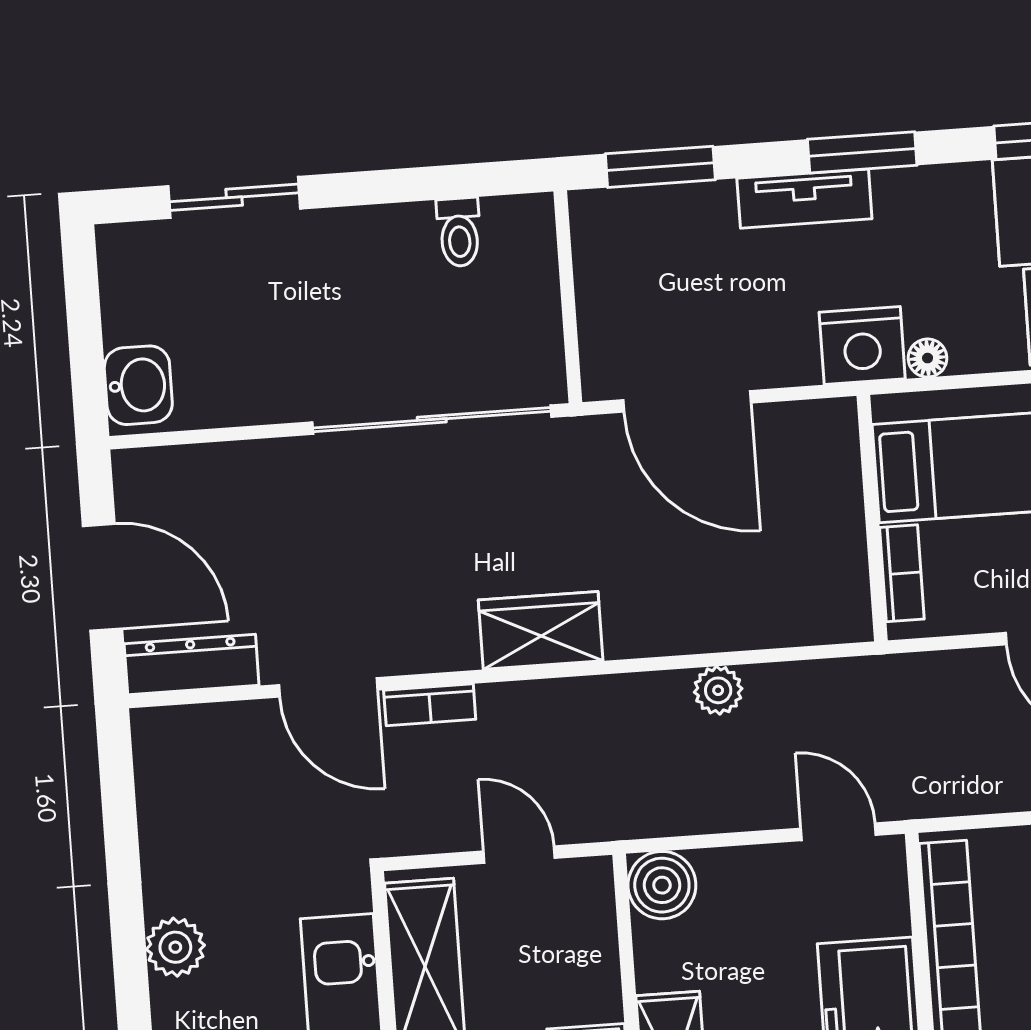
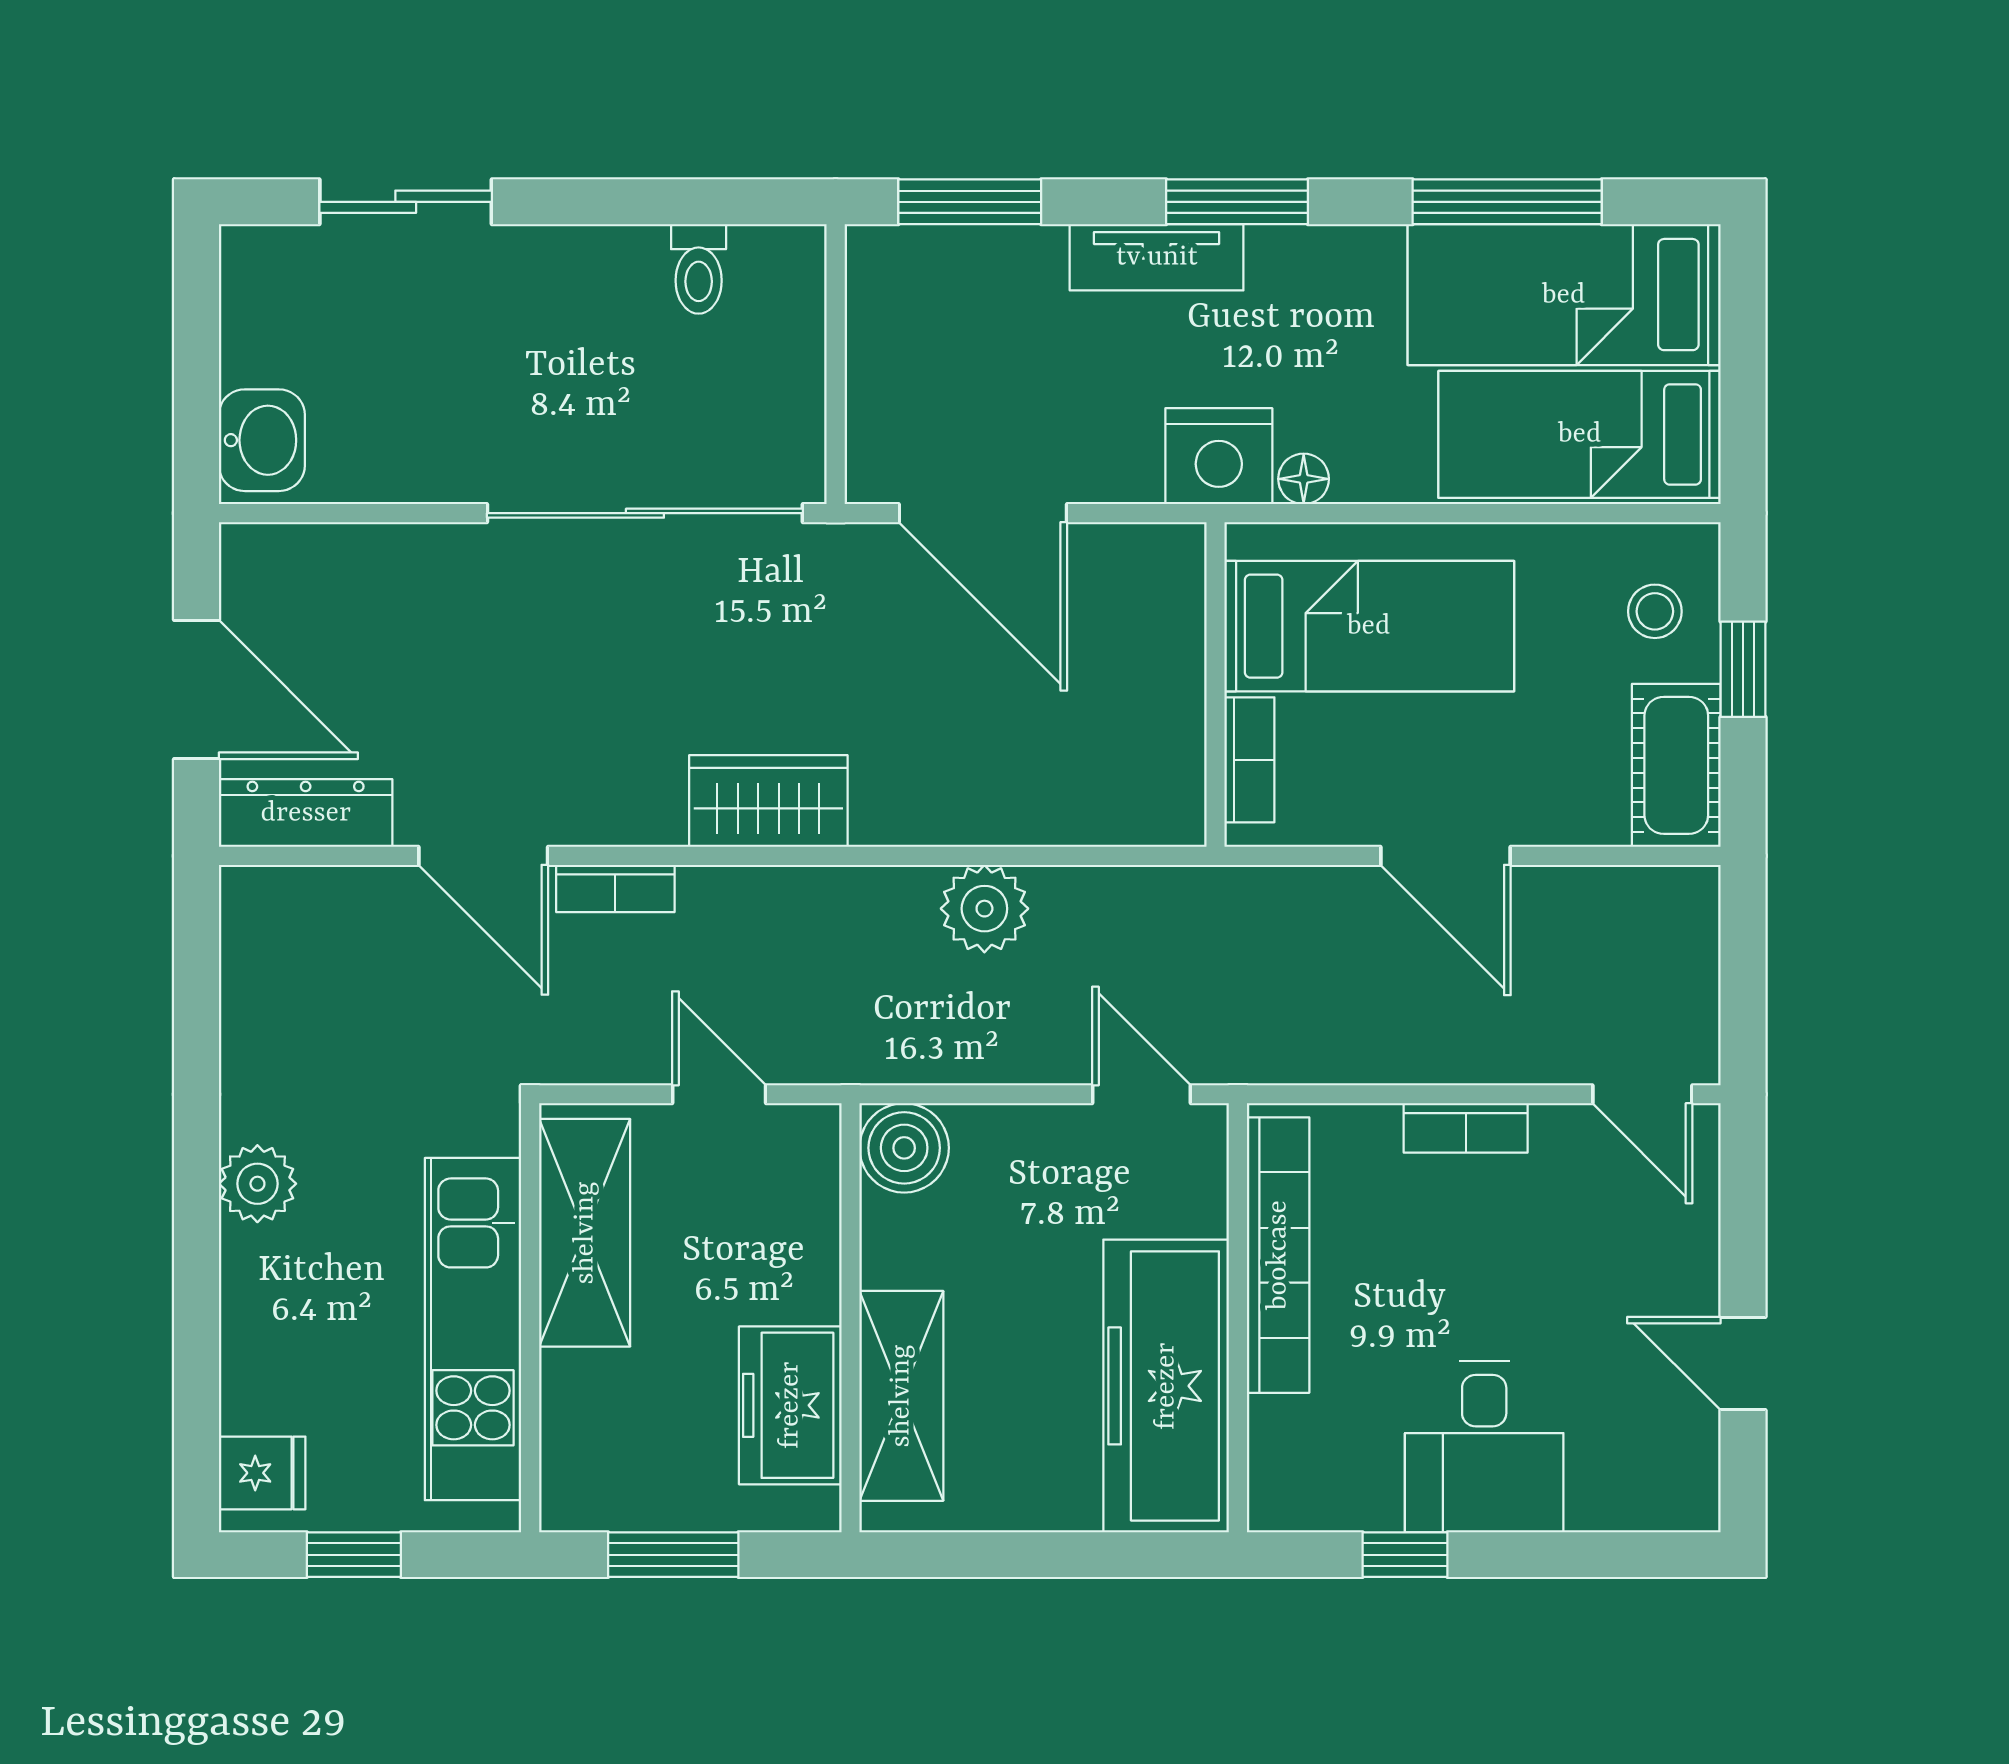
plant: (718, 690) -> (984, 909), width x1.38, depth x1.38

